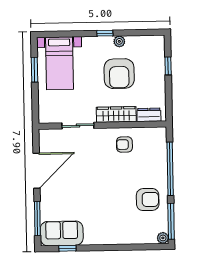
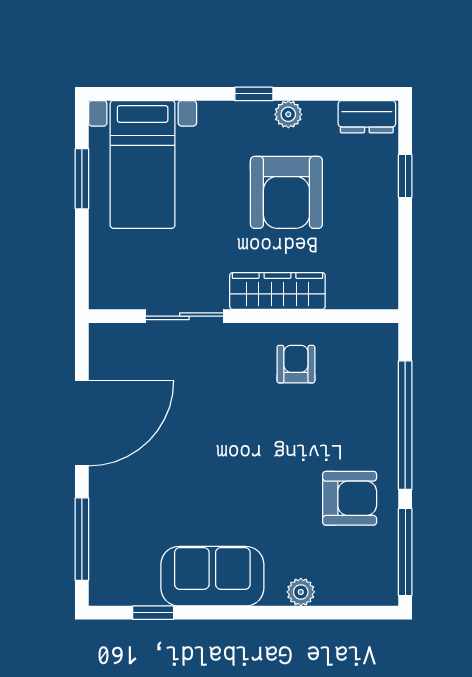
dresser: (149, 115) -> (367, 117), moved, turned 180
armchair: (124, 144) -> (296, 364), turned 90
sofa: (62, 233) -> (212, 576), moved
plant: (163, 238) -> (301, 592), moved

